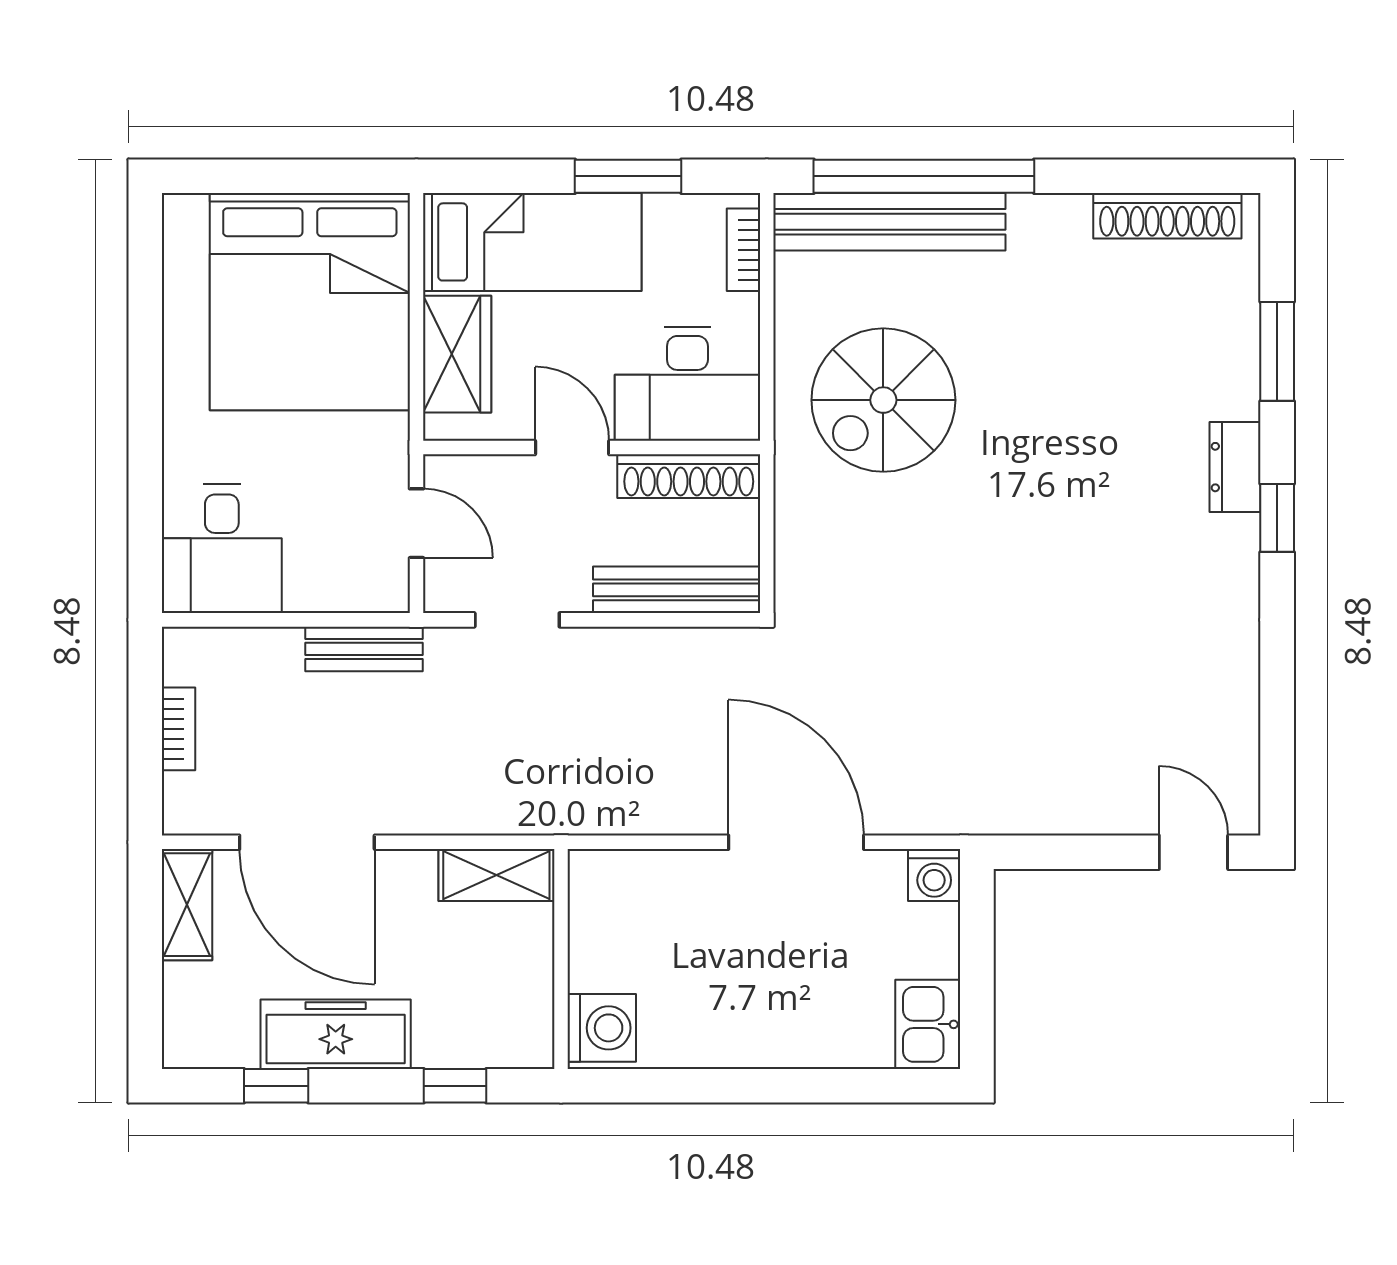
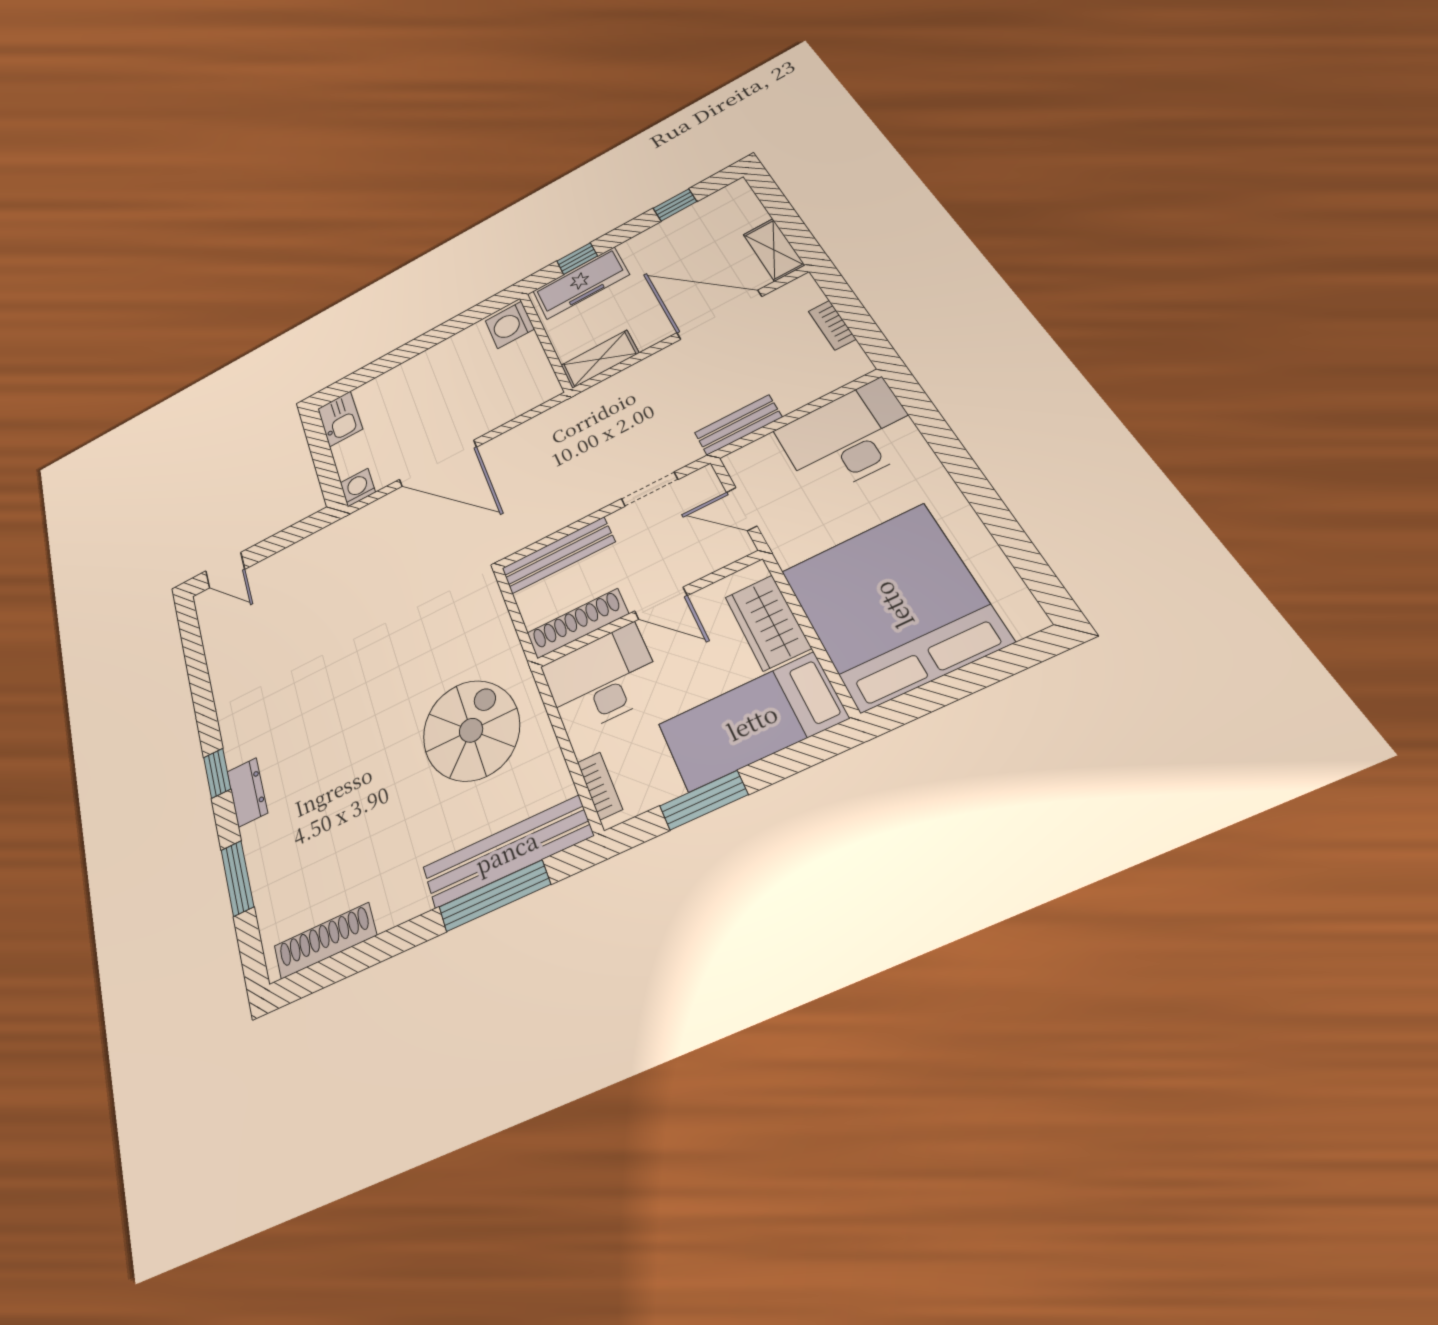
window: (924, 176) -> (494, 896), width x0.68
desk: (222, 549) -> (849, 438), width x1.37
freezer: (336, 1034) -> (581, 283), moved

